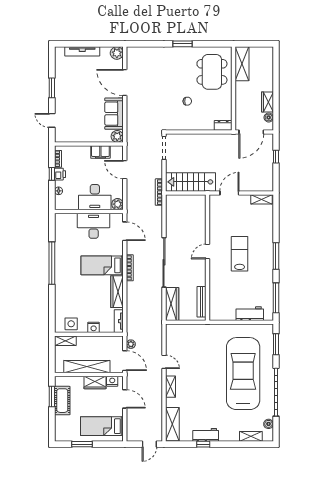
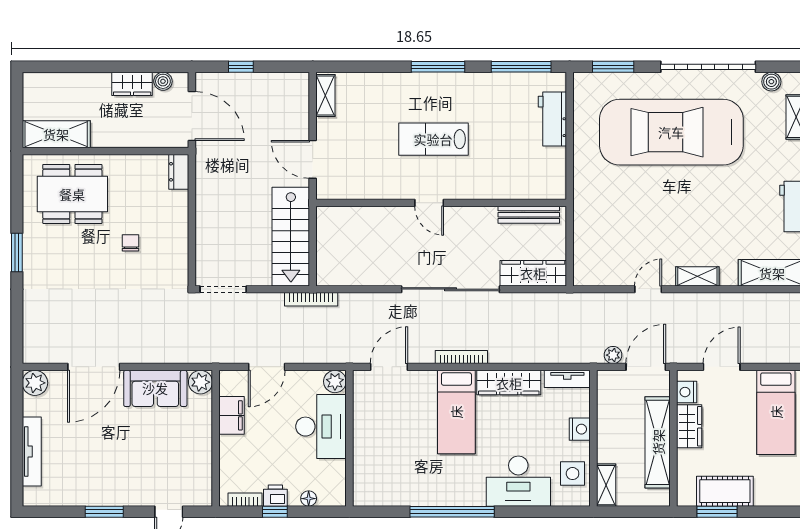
desk: (94, 226) -> (518, 481), moved, turned -90

